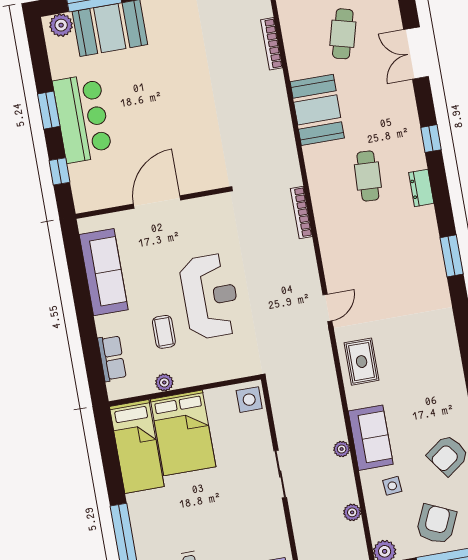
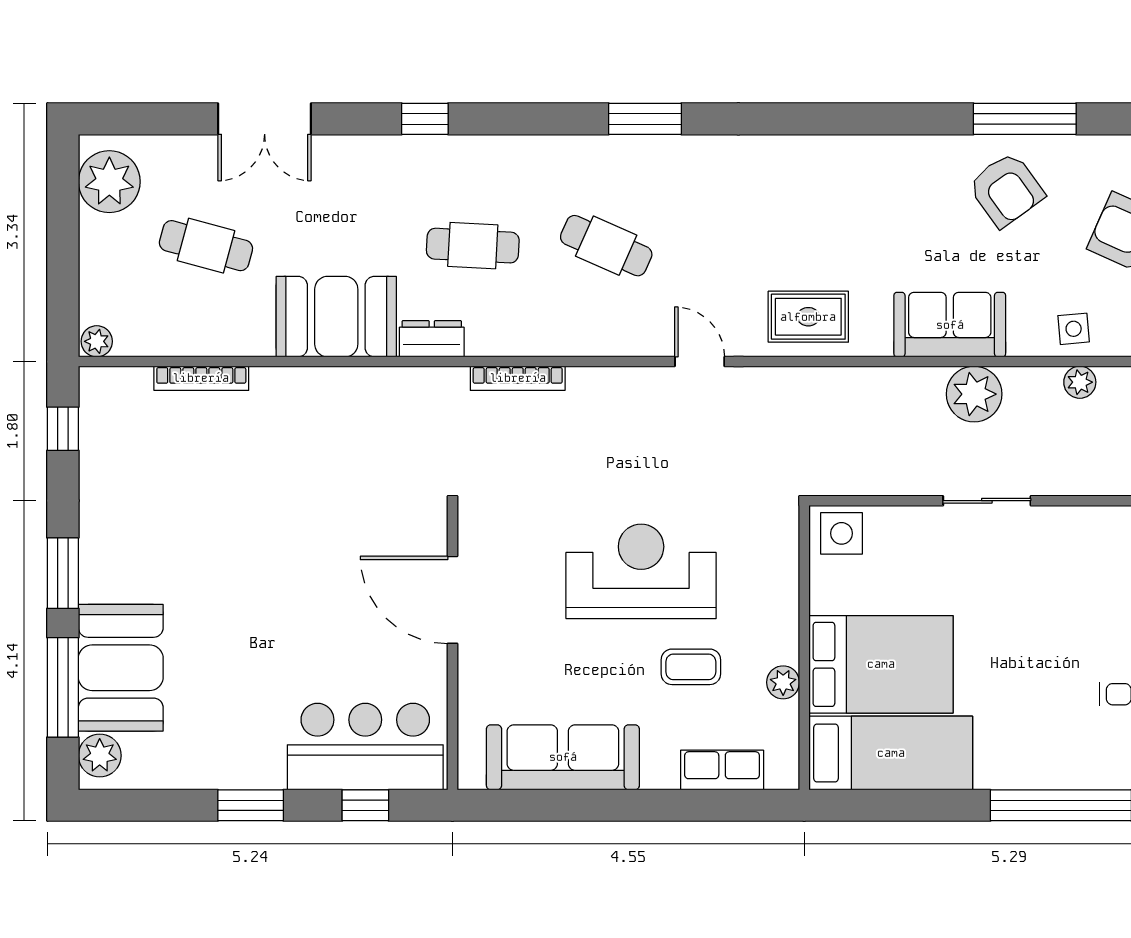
bar counter: (82, 118) -> (365, 747), moved
dresser: (421, 188) -> (432, 339), moved, turned 180
door: (157, 202) -> (452, 600), moved
cafe table: (380, 247) -> (606, 246), added
plant: (342, 449) -> (974, 394), width x1.88, depth x1.88
side table: (392, 486) -> (1074, 329), moved

